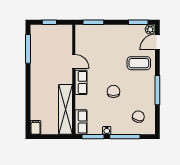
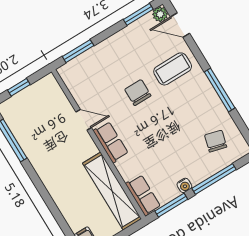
door: (157, 42) -> (180, 25), hinge flipped
chair: (113, 91) -> (138, 93), moved

